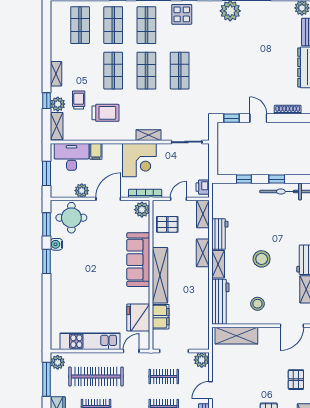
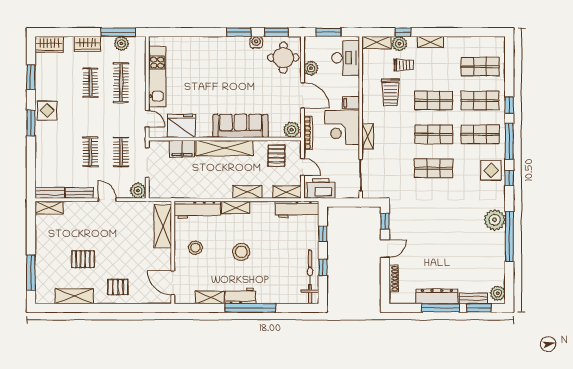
filing cabinet: (96, 151) -> (351, 103), moved
printer: (203, 187) -> (321, 188), width x1.87, depth x1.48
workbench: (220, 234) -> (297, 209), moved, width x1.38
plant: (58, 362) -> (121, 43), moved
clothes rail: (96, 377) -> (121, 83), width x0.73, depth x0.76

